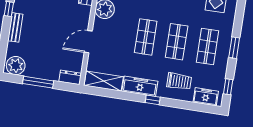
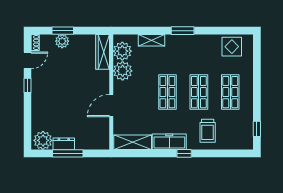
bench: (15, 27) -> (37, 103), removed
window: (234, 48) -> (257, 89), removed
dresser: (70, 77) -> (64, 144), moved
trolley: (179, 81) -> (208, 131), turned 90
freezer: (206, 97) -> (236, 142), removed

